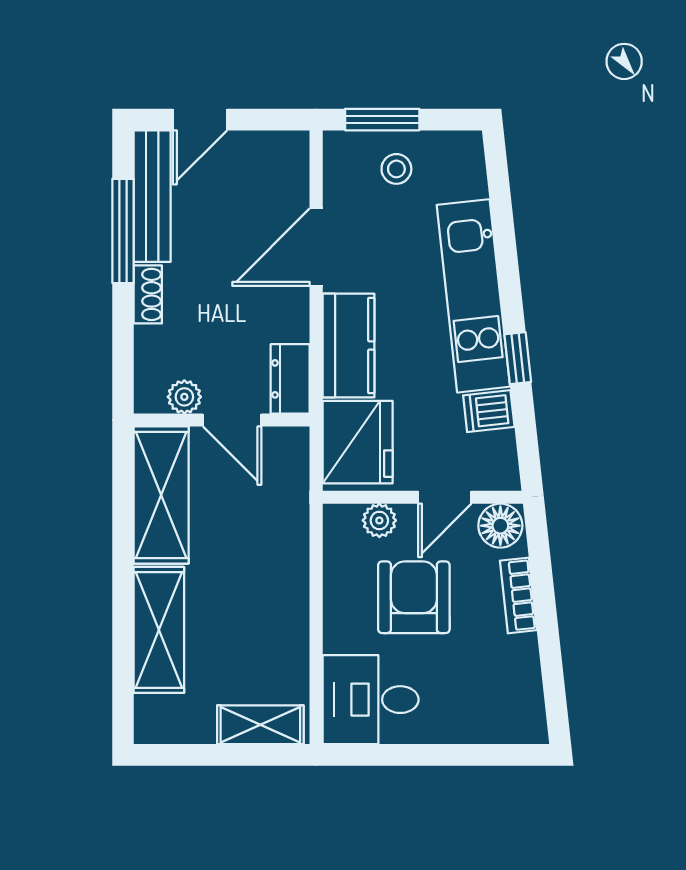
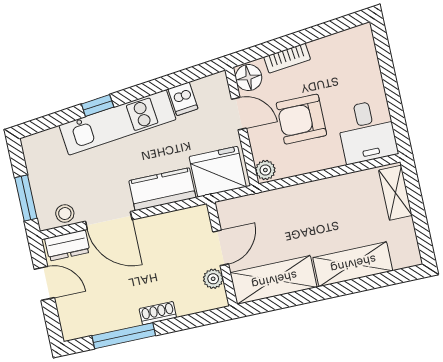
door: (200, 120) -> (44, 283), moved
stool: (396, 169) -> (65, 214), moved
bench: (152, 196) -> (100, 323), removed
window: (518, 358) -> (98, 105), moved
dresser: (290, 379) -> (67, 245), moved
plant: (379, 520) -> (265, 170), moved

